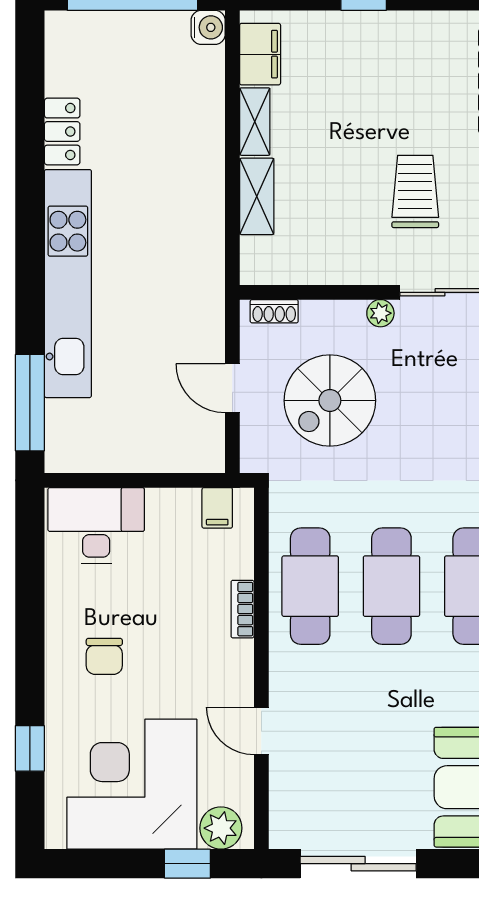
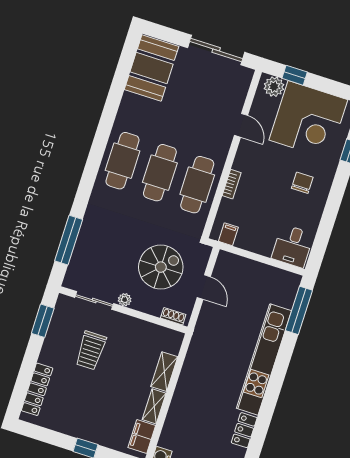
desk: (96, 525) -> (293, 246), width x0.73

